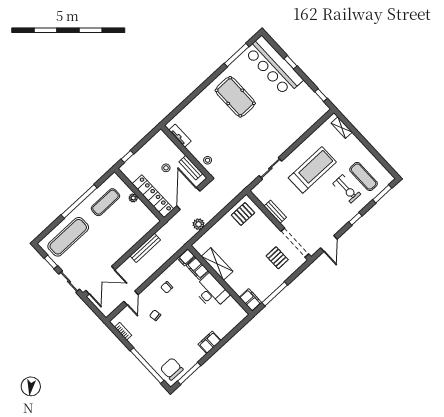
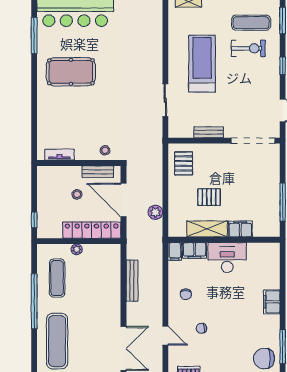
pallet: (277, 258) -> (209, 197), moved
filing cabinet: (251, 300) -> (240, 229), moved

